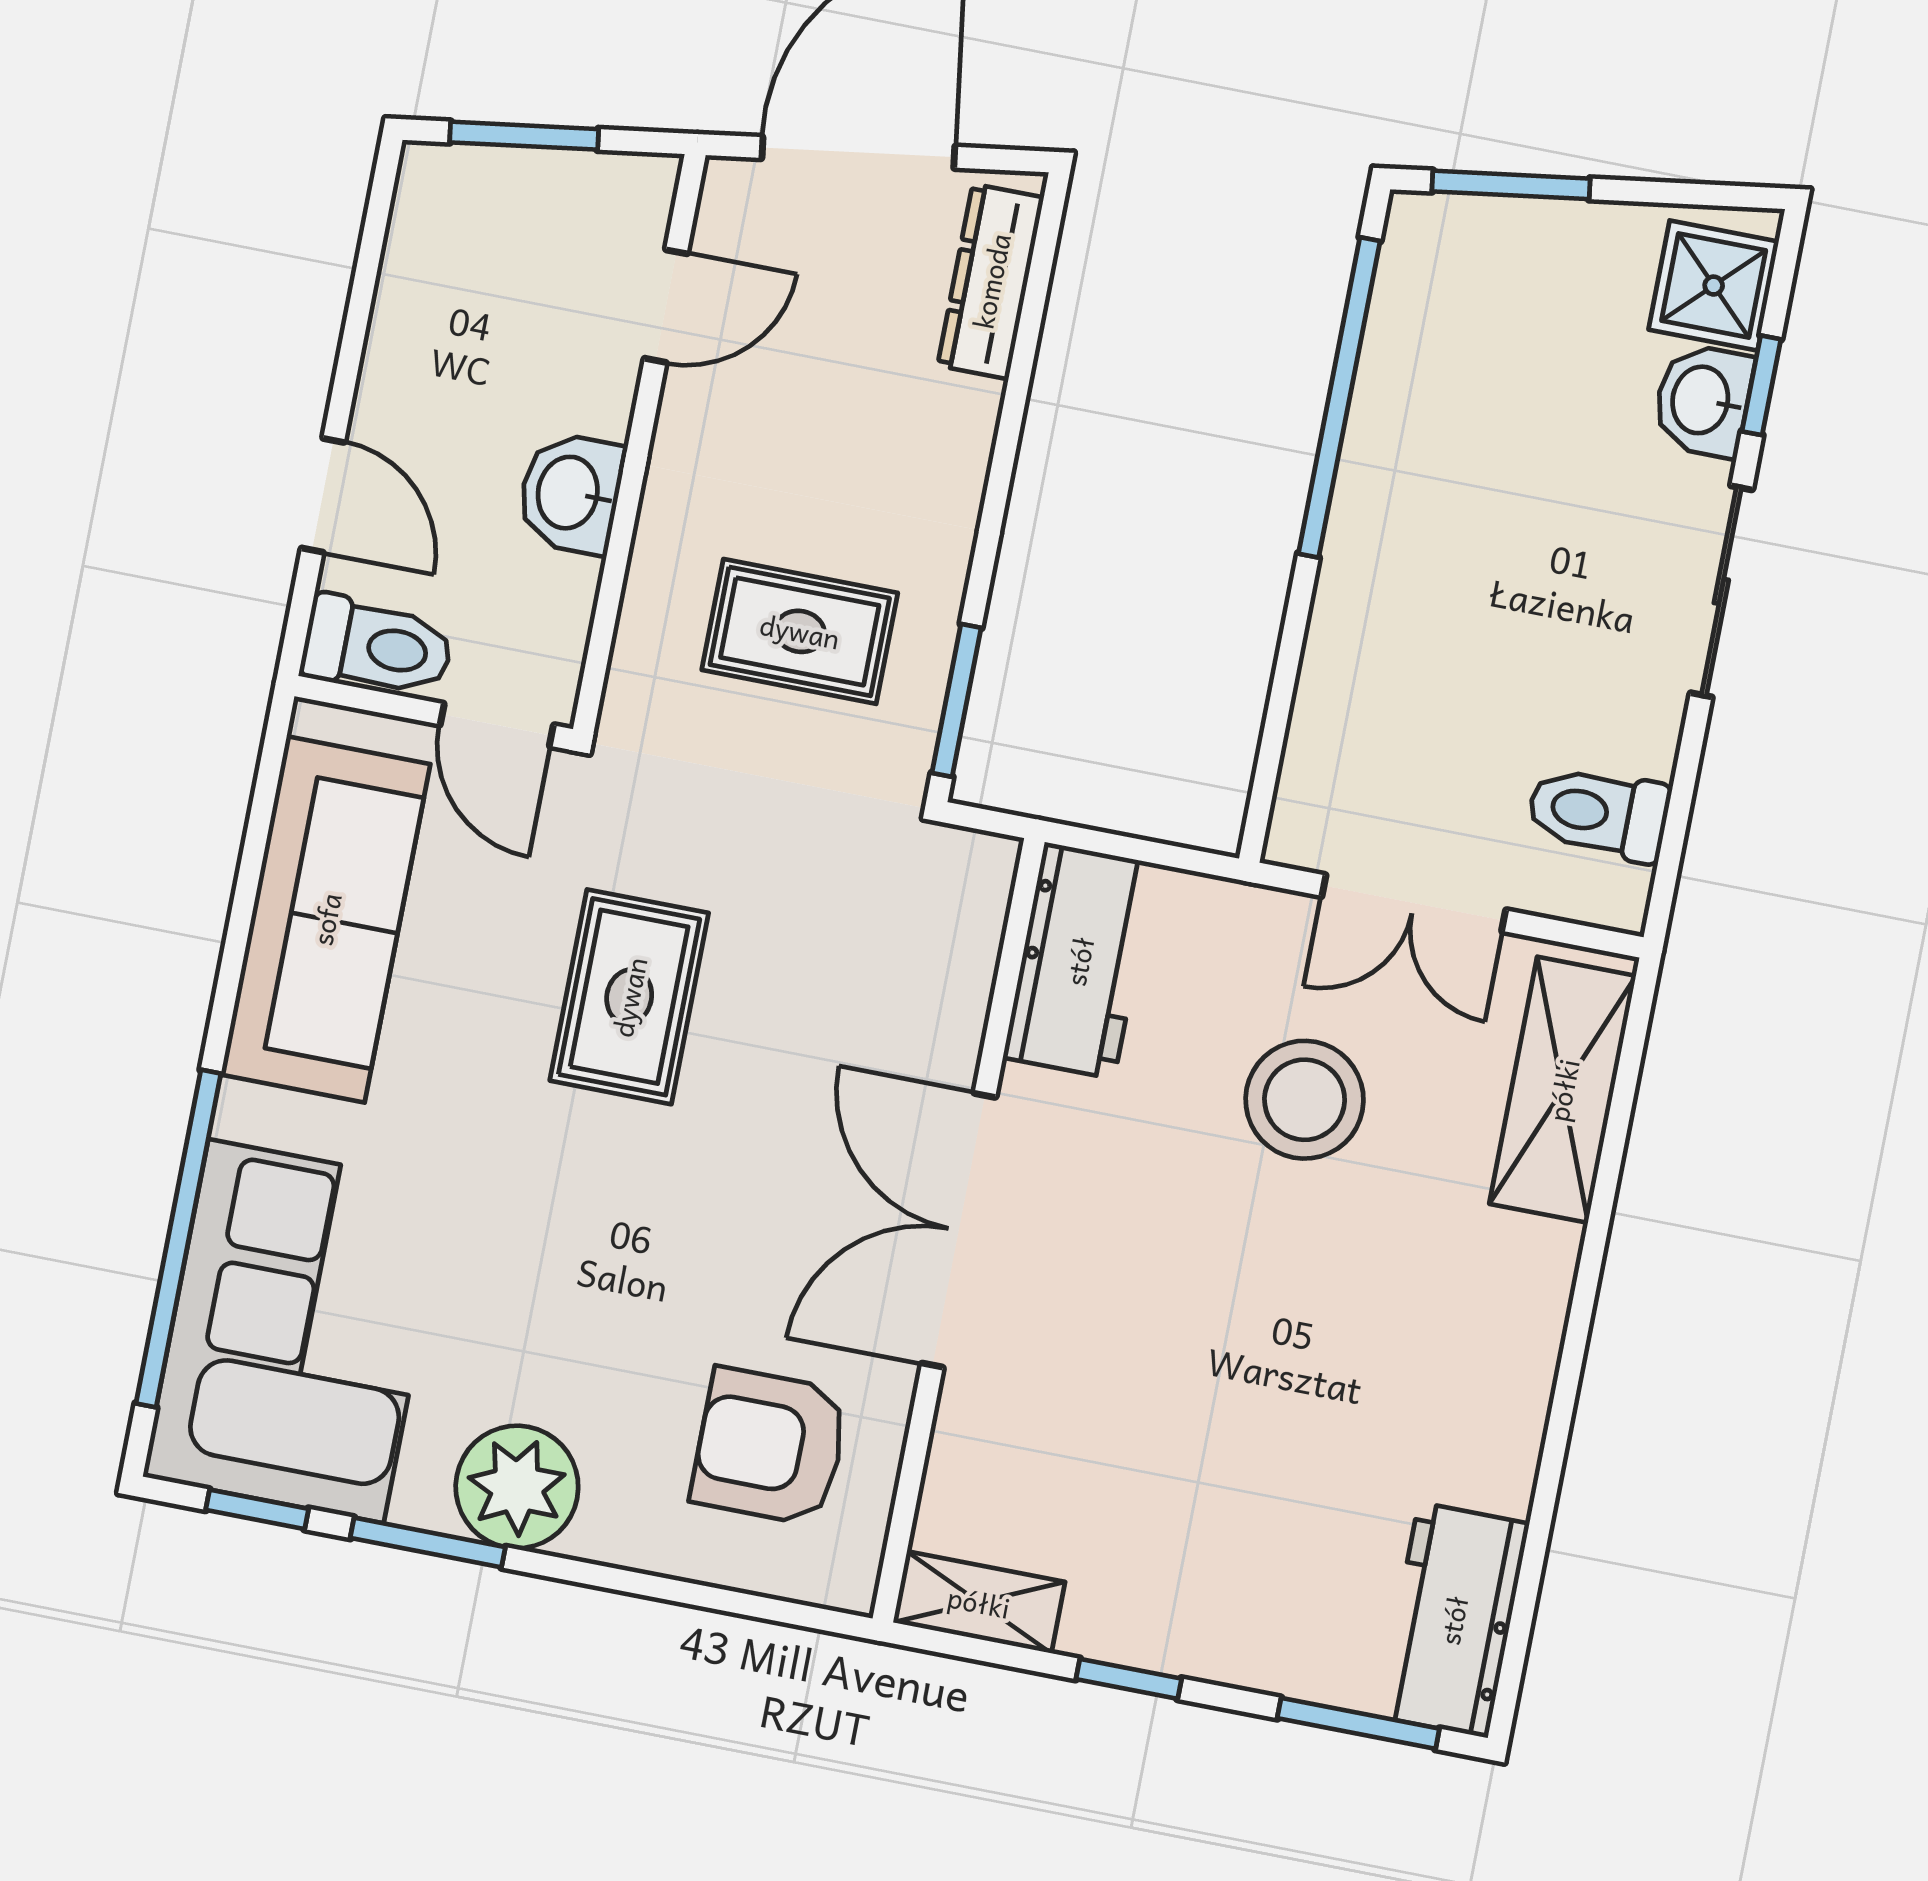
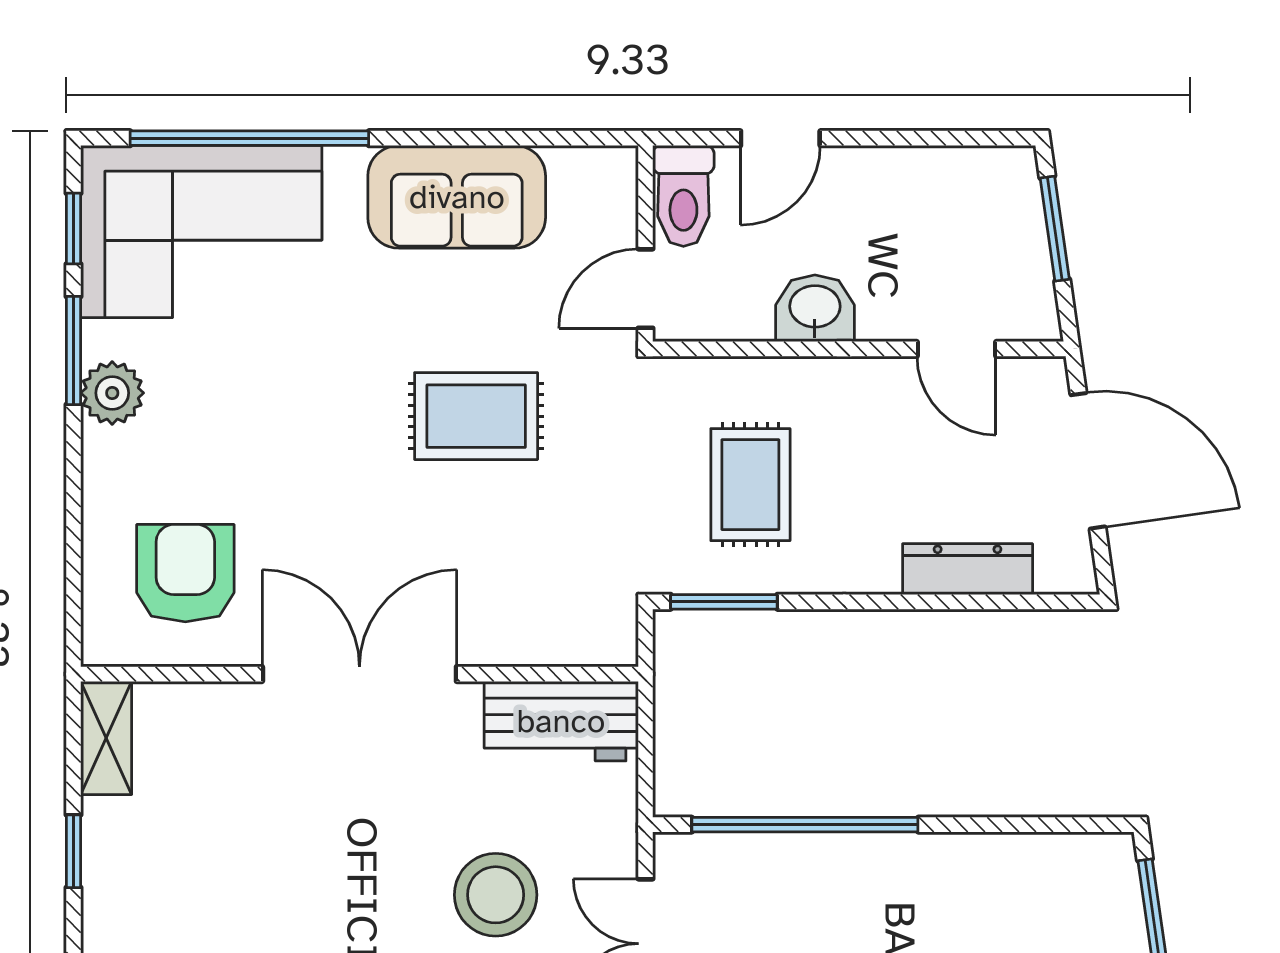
dresser: (991, 281) -> (968, 569), moved
window: (1339, 397) -> (805, 825), moved
sofa: (326, 919) -> (457, 197), width x0.73
plant: (517, 1487) -> (112, 393), width x0.73, depth x0.73

